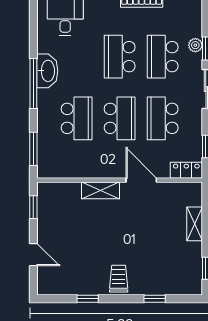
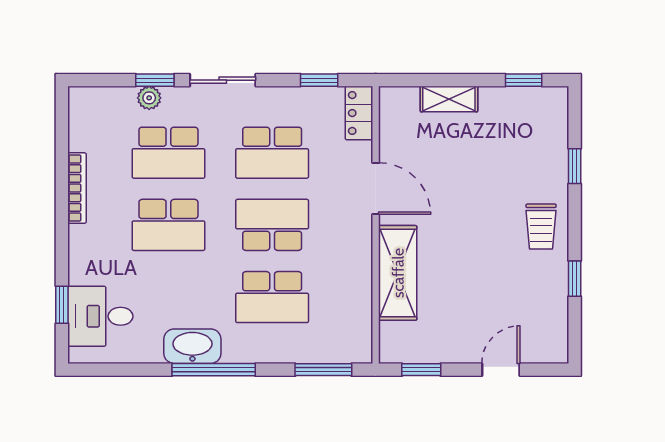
school desk: (77, 118) -> (272, 297), turned 180
door: (141, 180) -> (376, 189), swing flipped
shelving: (100, 190) -> (398, 273), width x1.50, depth x1.33
trolley: (119, 279) -> (541, 227), turned -90

